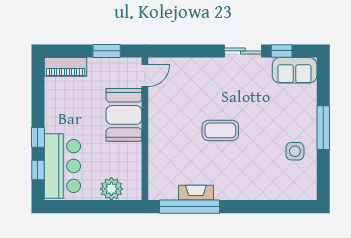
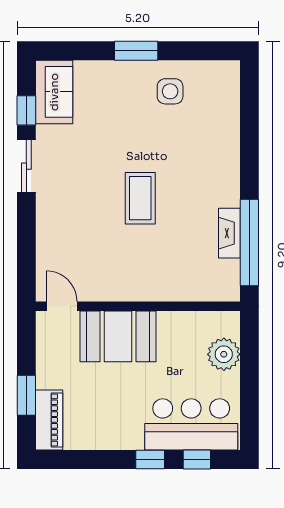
window: (107, 51) -> (26, 395), moved
window: (323, 128) -> (136, 51), width x0.69

